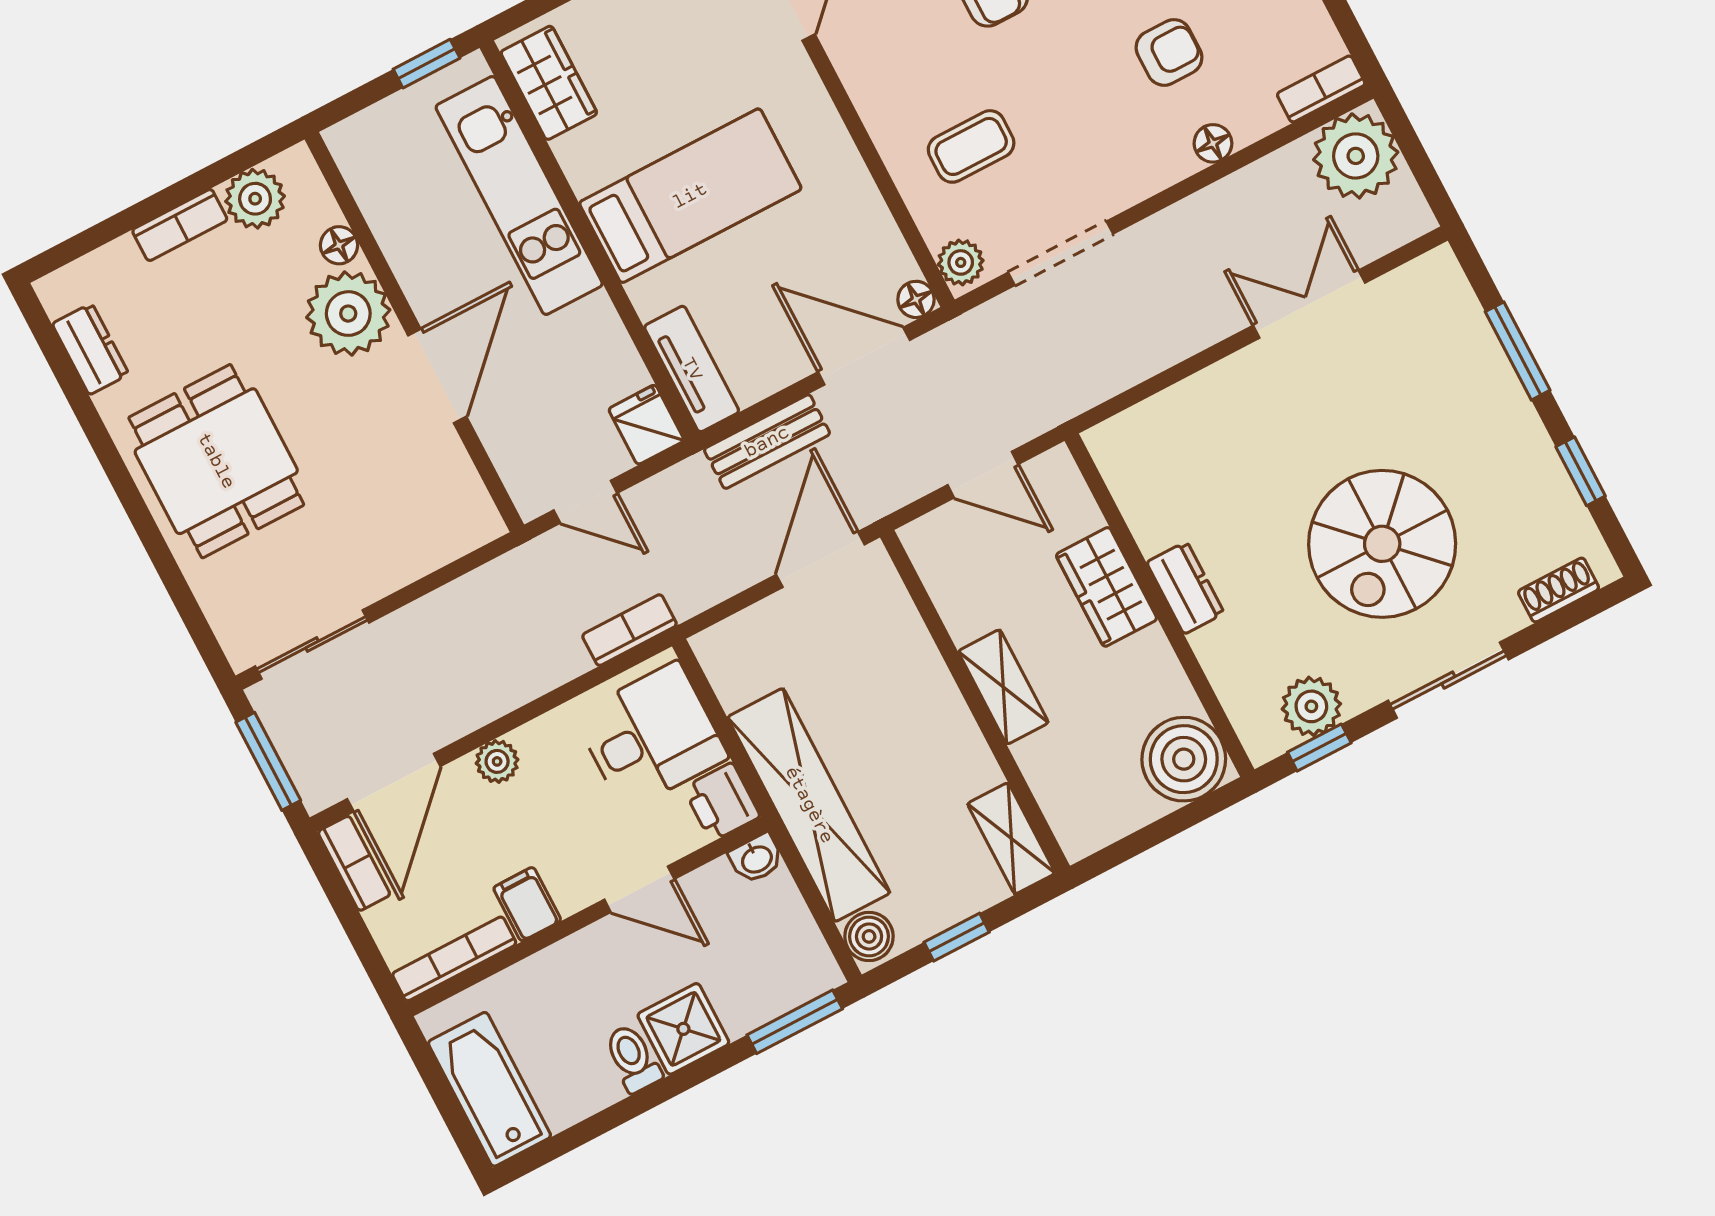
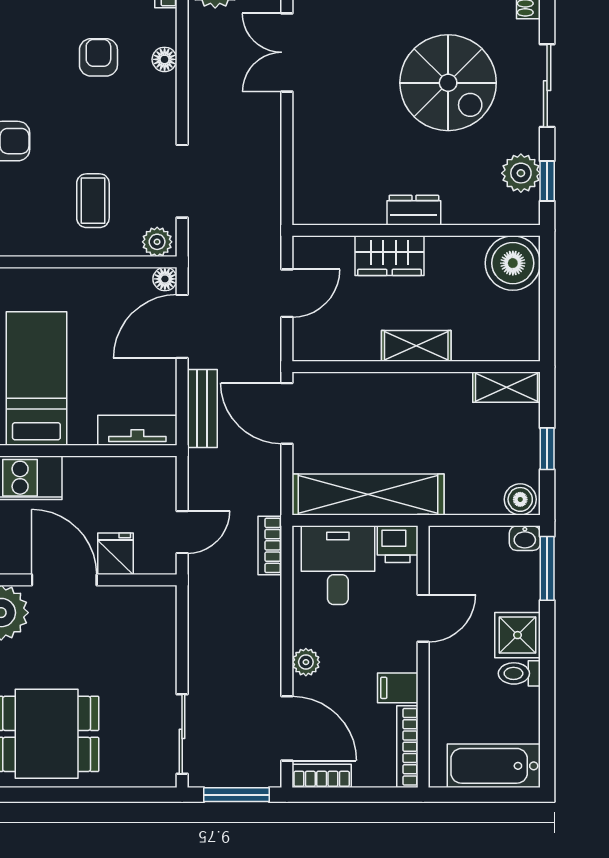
fridge: (646, 425) -> (116, 554), moved, turned 90
shelving: (809, 805) -> (368, 495), moved
washbasin: (756, 858) -> (525, 538), moved, turned 90

